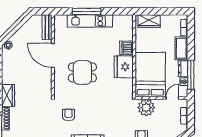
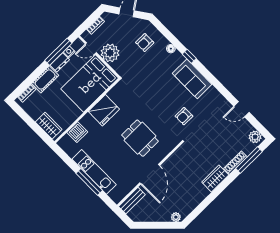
dishwasher: (126, 48) -> (77, 132), moved
plant: (146, 108) -> (110, 53), moved

